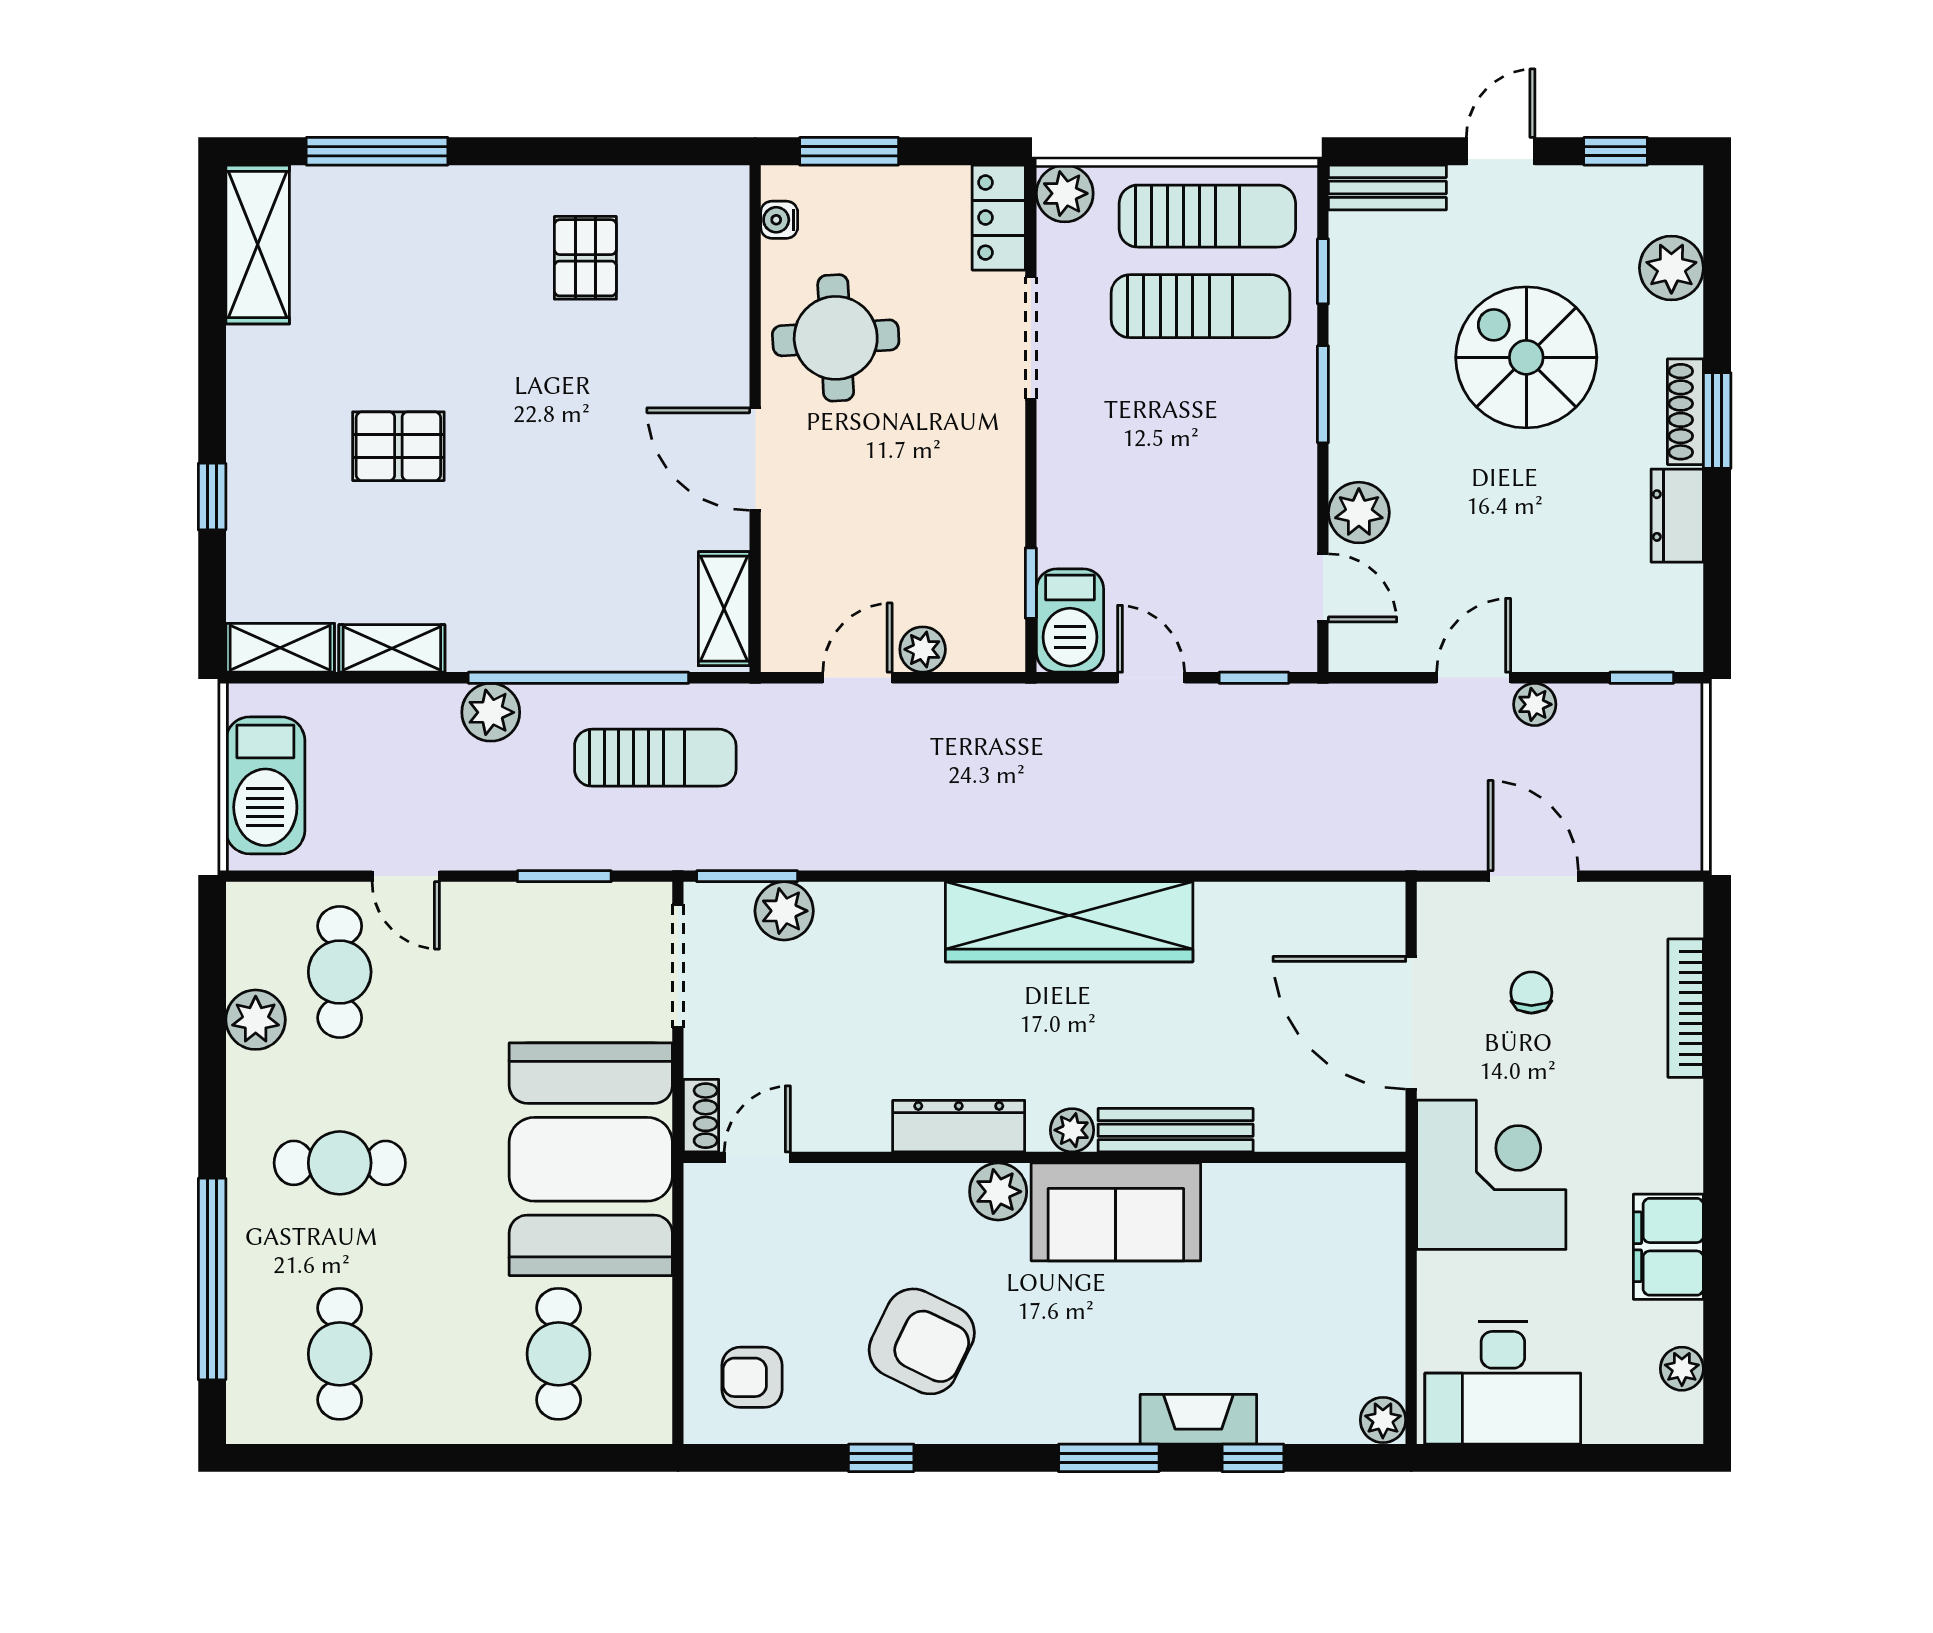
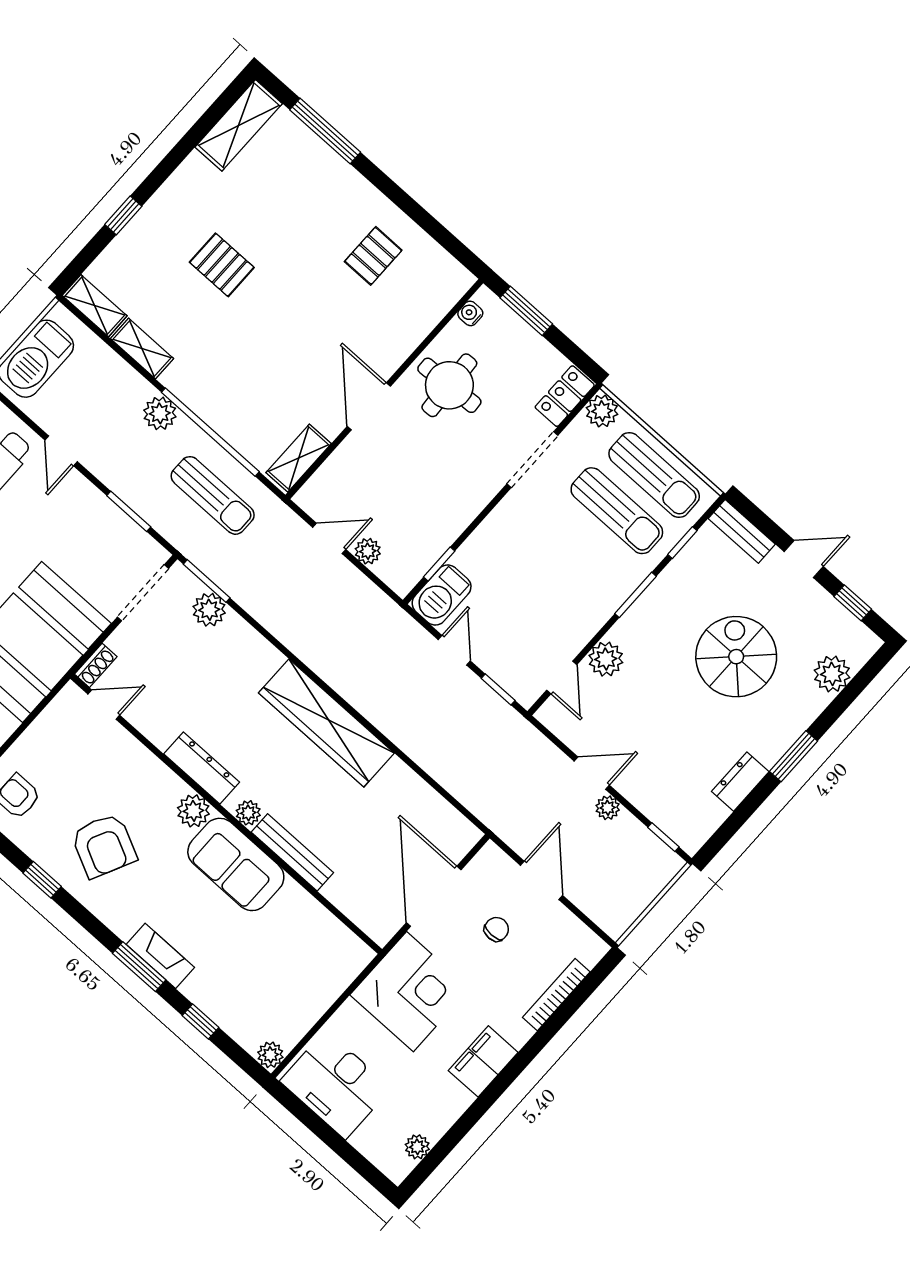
shoe rack: (1685, 412) -> (783, 740), removed
filing cabinet: (1668, 1247) -> (483, 1061), moved
fireplace: (1198, 1419) -> (160, 956), moved

